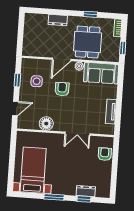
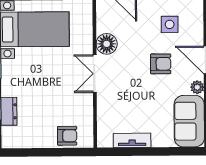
double door: (77, 134) -> (95, 74), moved

